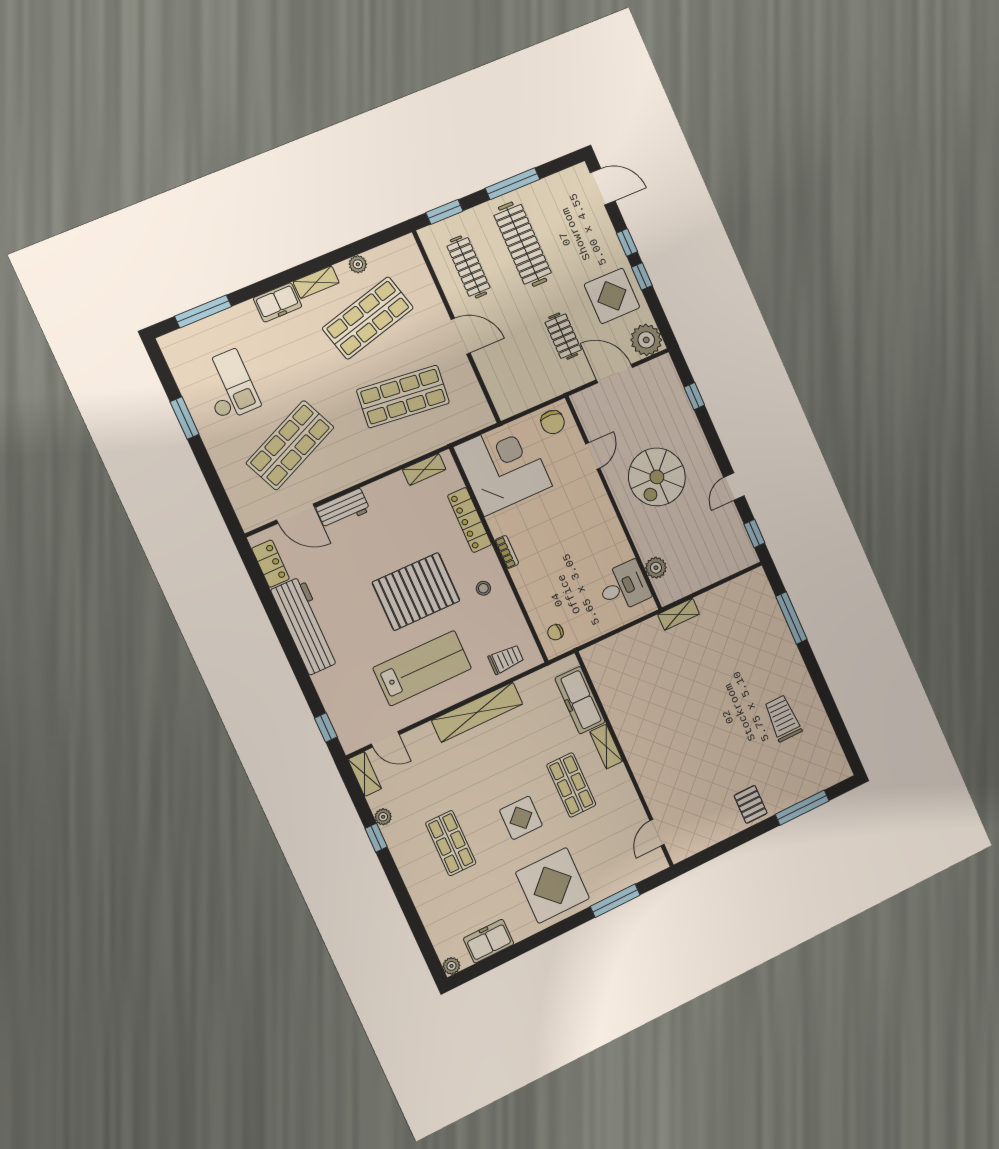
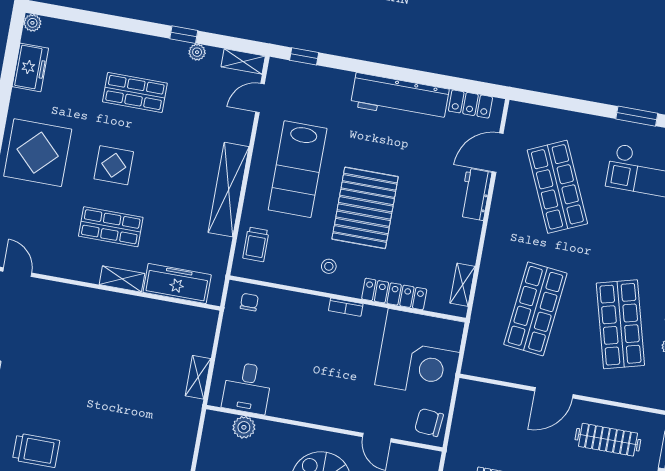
shelving: (679, 614) -> (198, 377), moved

